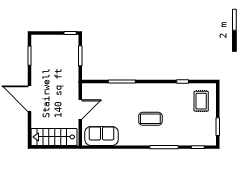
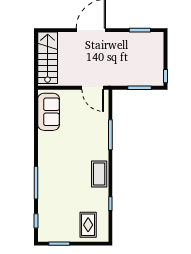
rug: (201, 101) -> (88, 225), turned 90
door: (80, 110) -> (93, 88), moved
coffee table: (150, 119) -> (99, 174), moved

